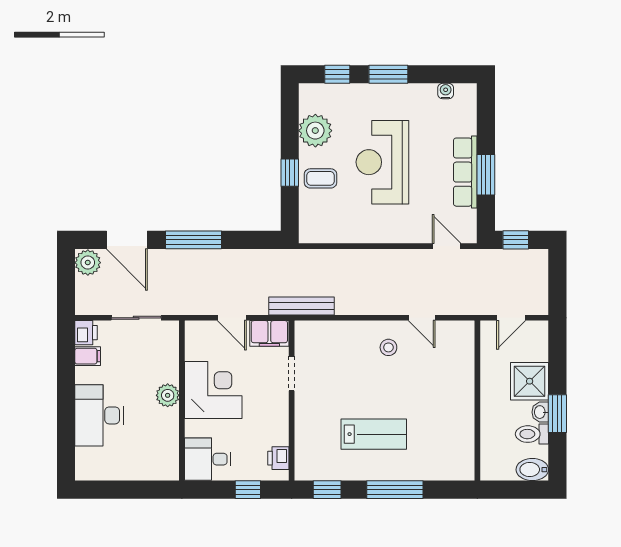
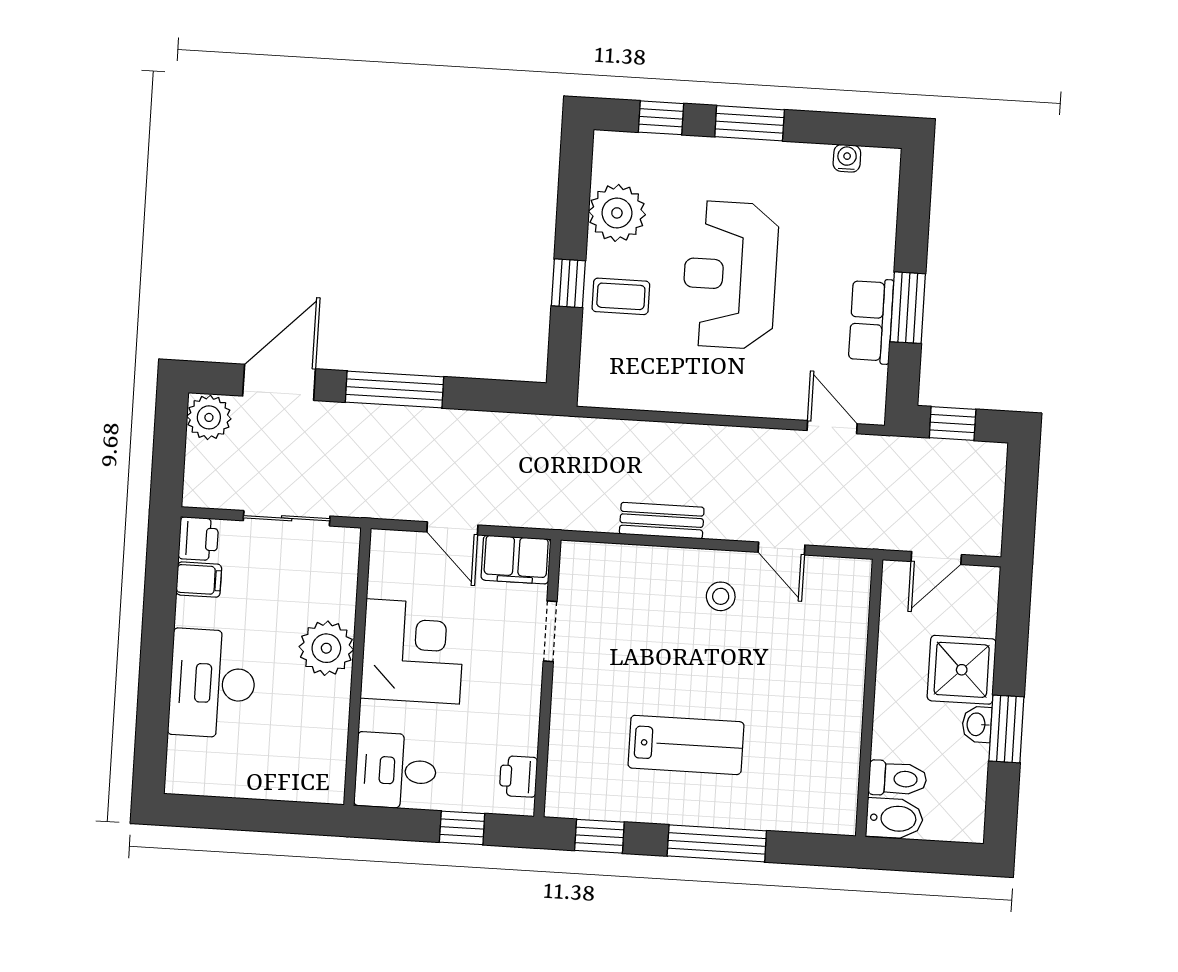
row of seats: (465, 172) -> (871, 321), width x0.68
door: (127, 240) -> (279, 382), swing flipped
bench: (301, 306) -> (662, 521), moved, width x0.73
plant: (168, 395) -> (326, 648), width x1.36, depth x1.36
toilet: (532, 434) -> (898, 779), moved, turned 180
bidet: (532, 470) -> (895, 818), moved, turned 180

